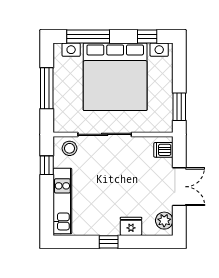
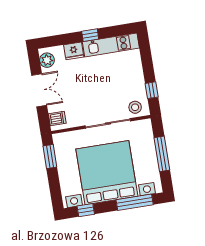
double door: (179, 187) -> (39, 90), swing flipped
kitchen unit: (62, 201) -> (111, 45), moved, turned -90

